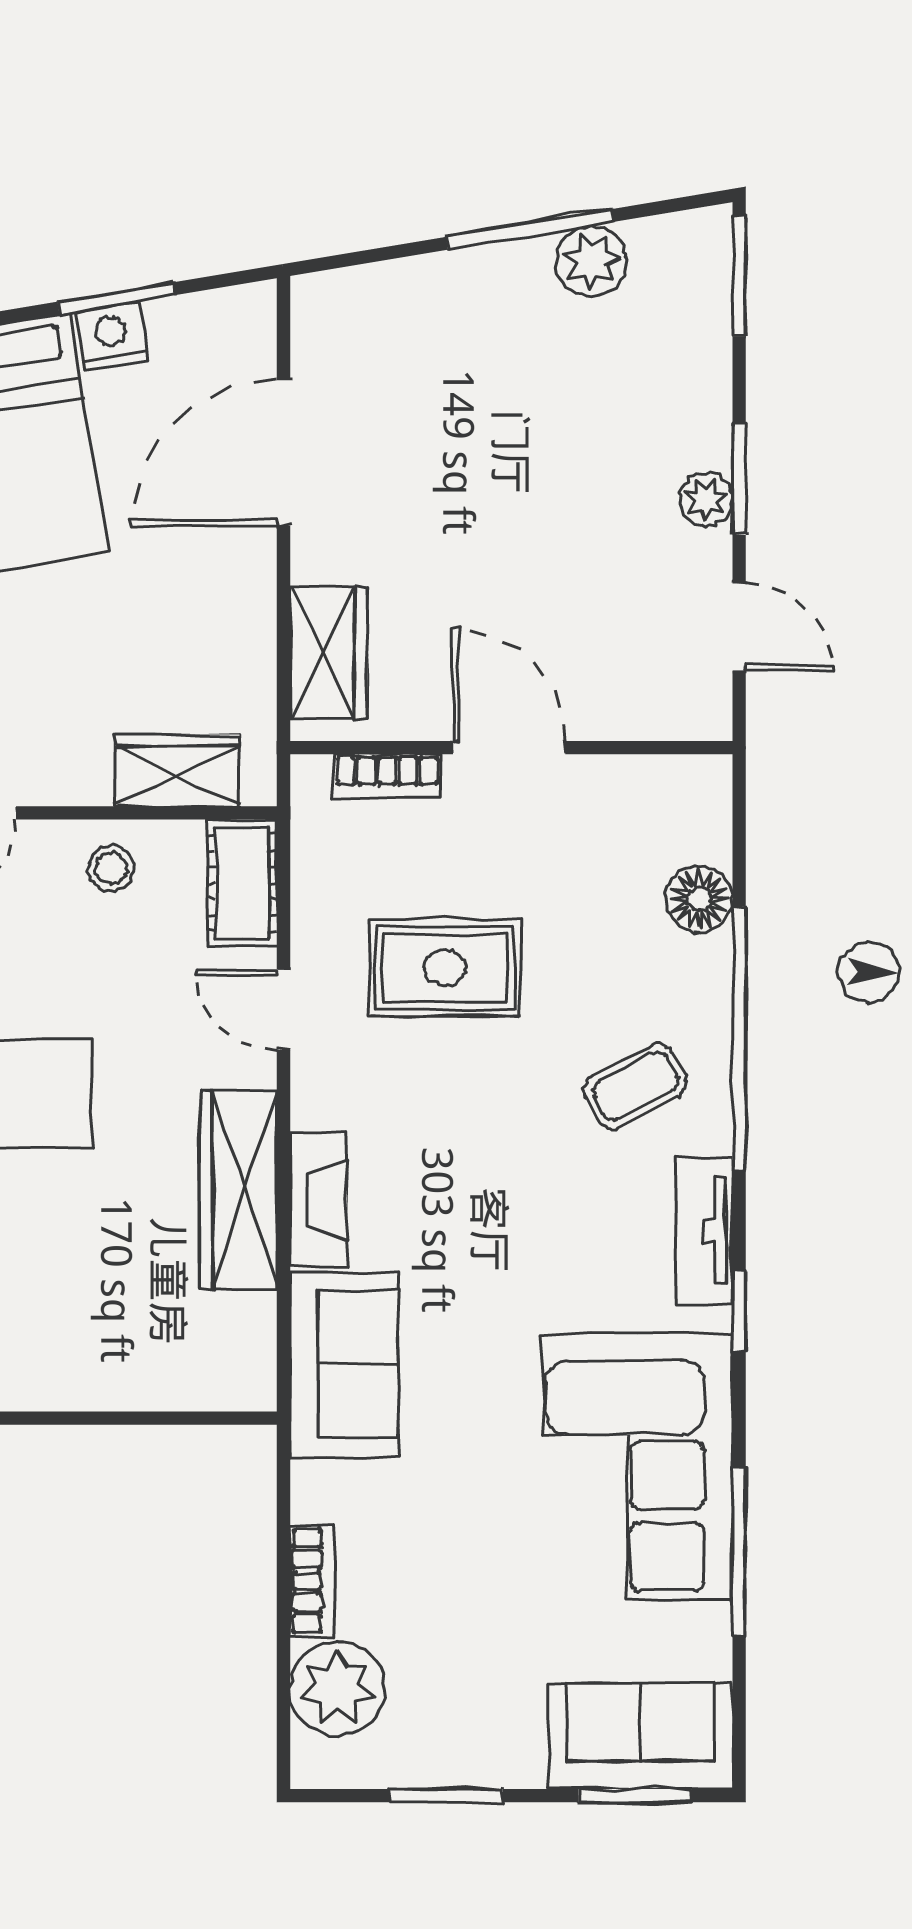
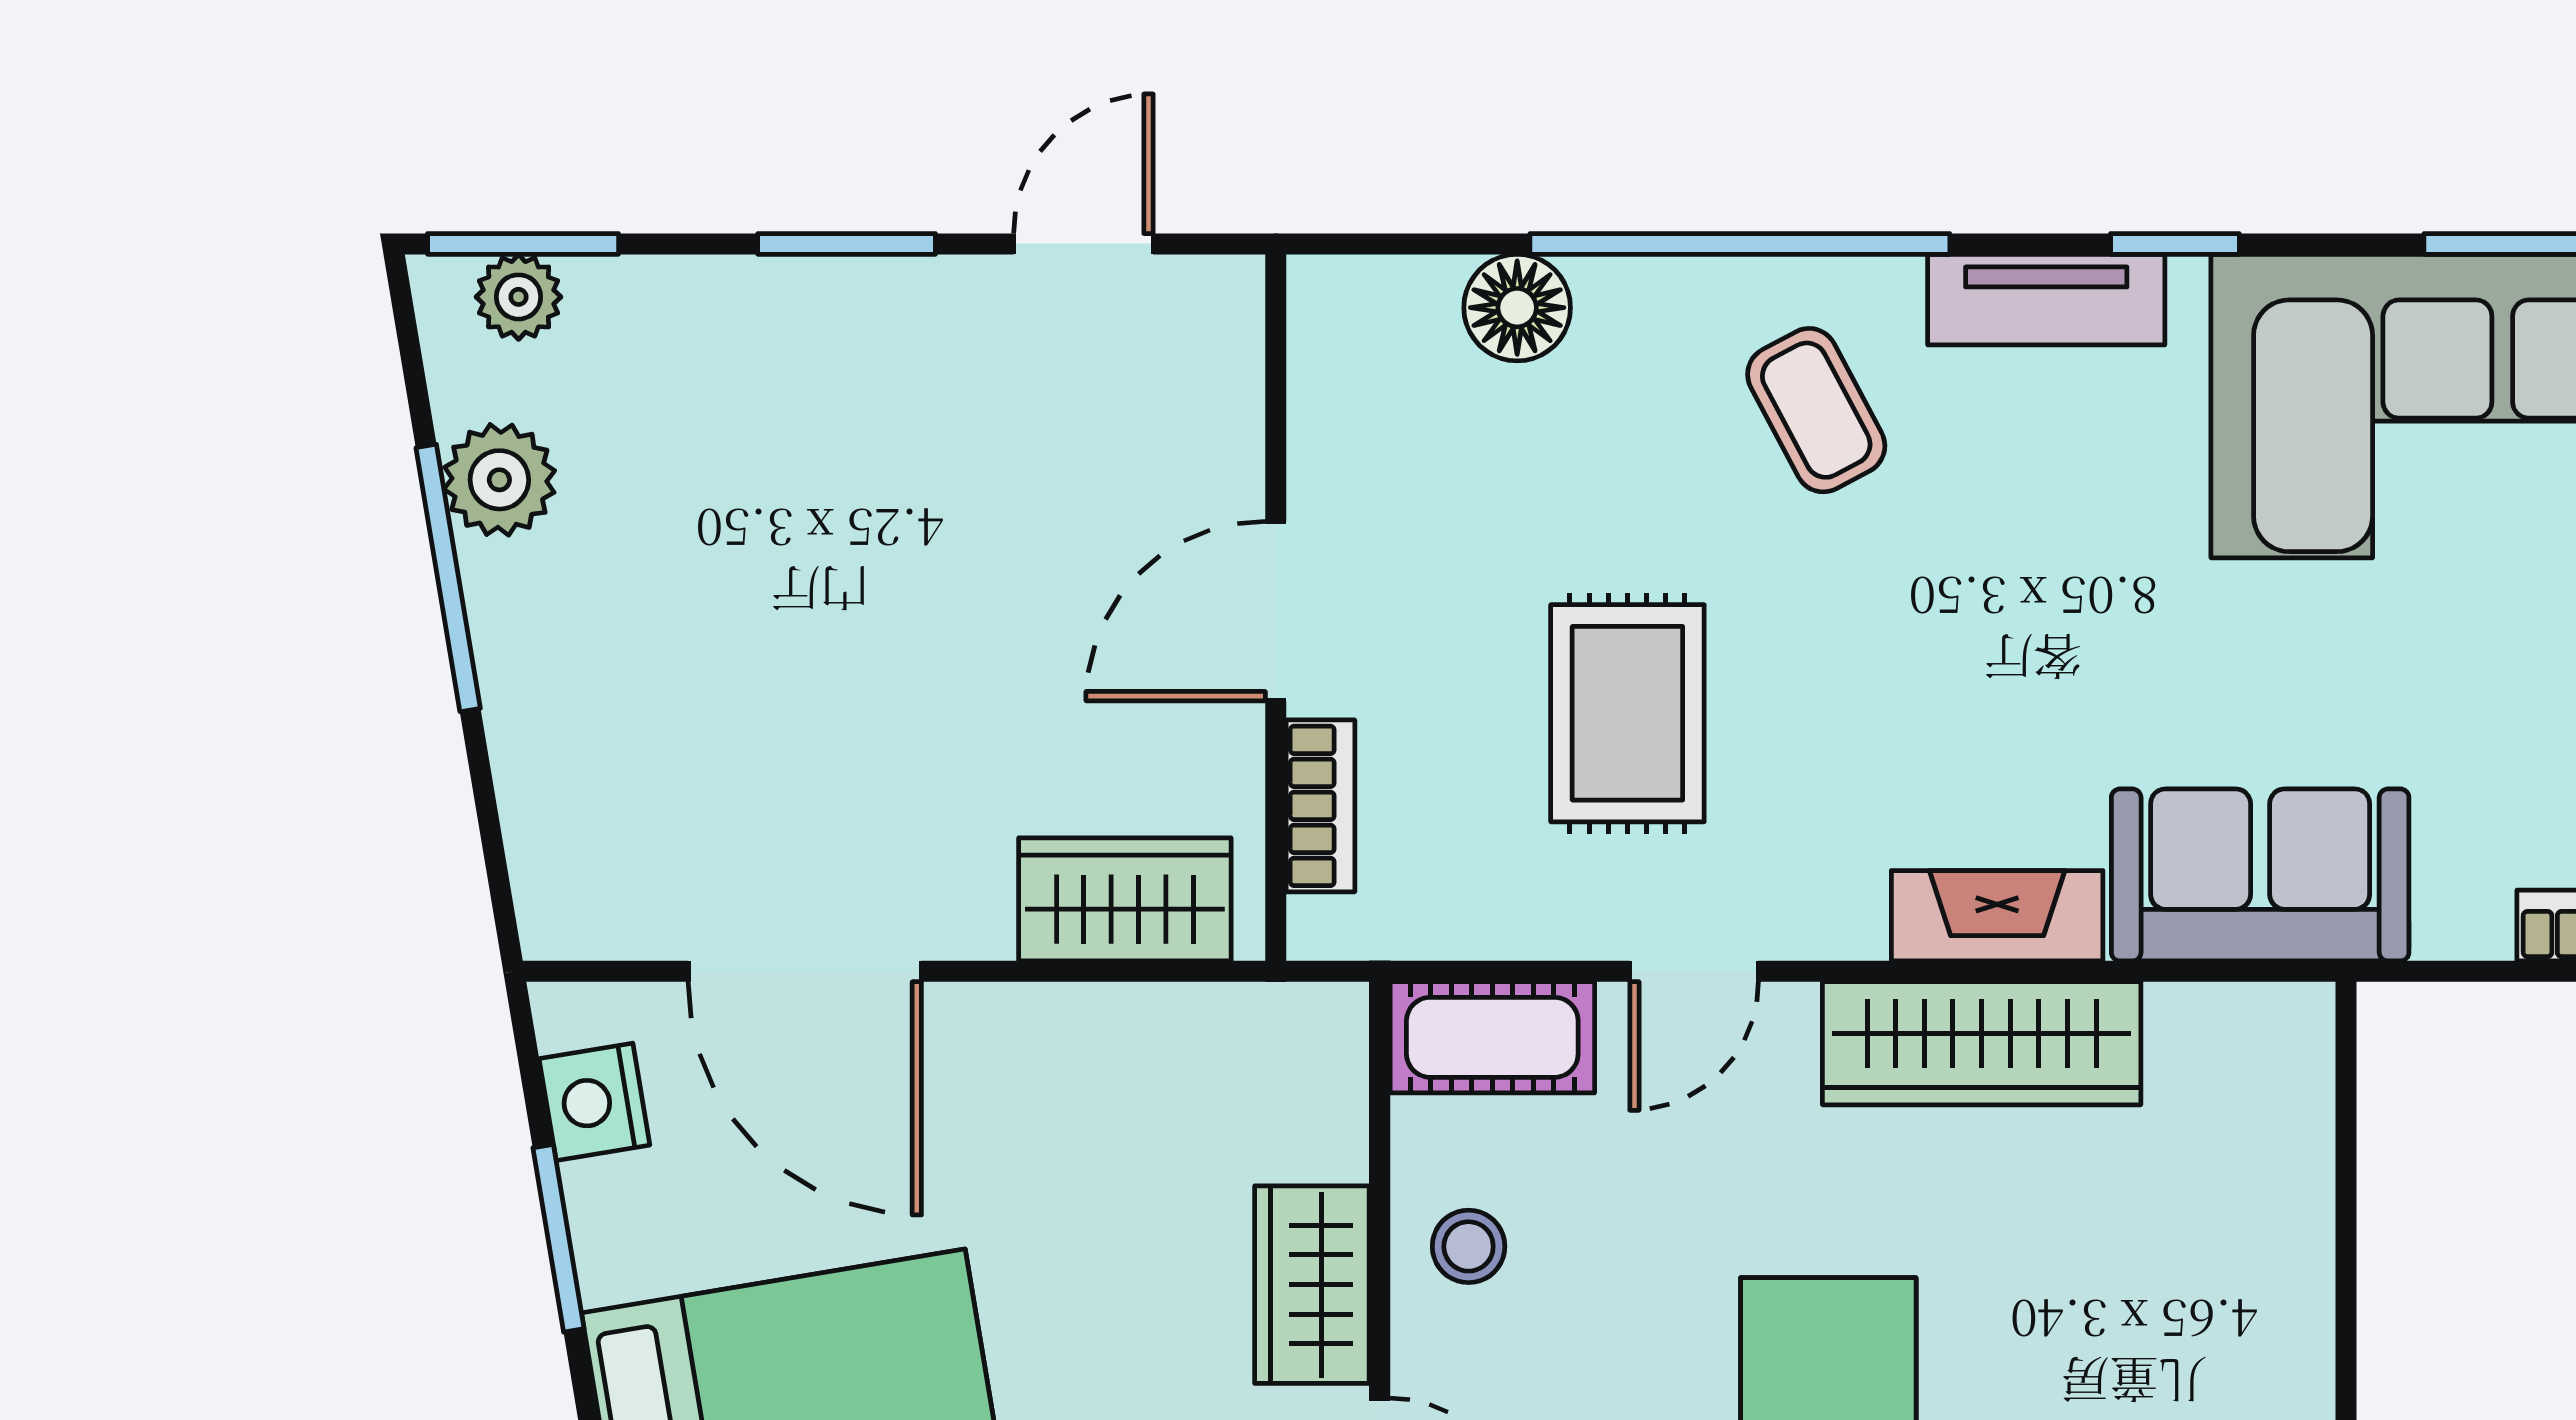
nightstand: (111, 336) -> (594, 1102), moved
plant: (706, 499) -> (519, 297), moved
wardrobe: (178, 770) -> (1312, 1285), moved

